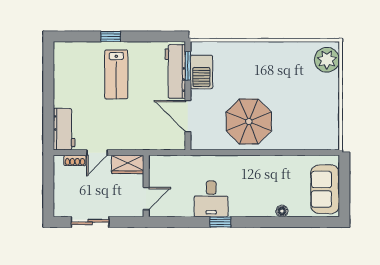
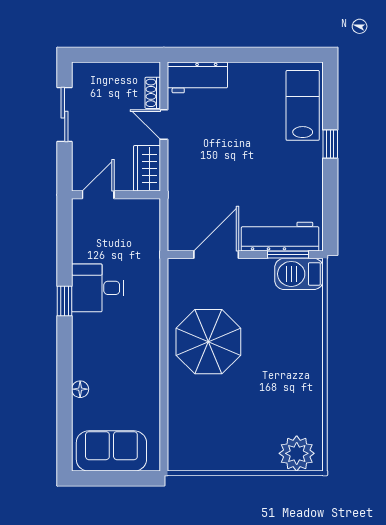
barbecue: (201, 72) -> (299, 274), moved
lab bench: (116, 74) -> (303, 105), moved, turned 90
door: (146, 199) -> (98, 195), swing flipped

